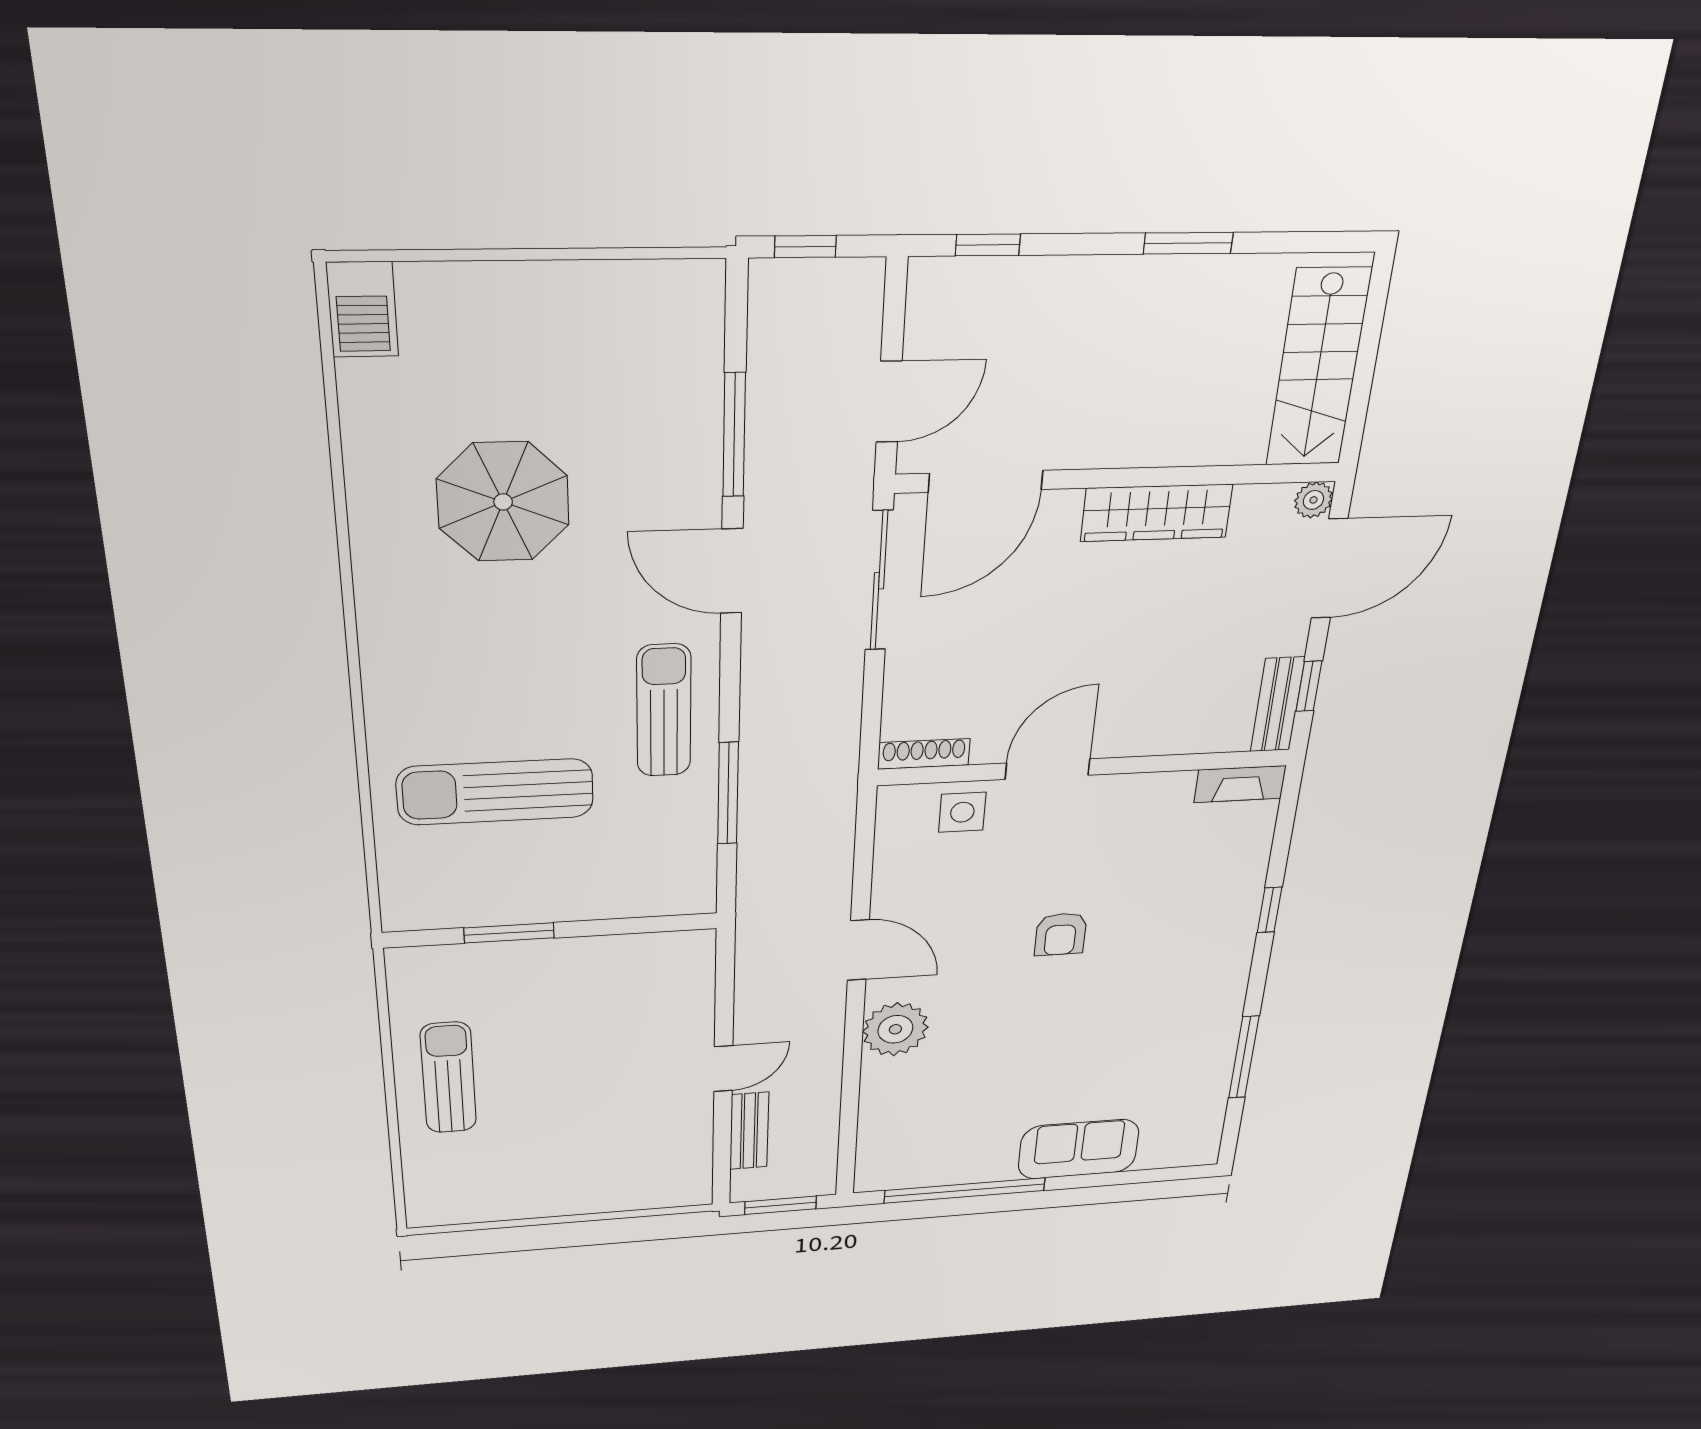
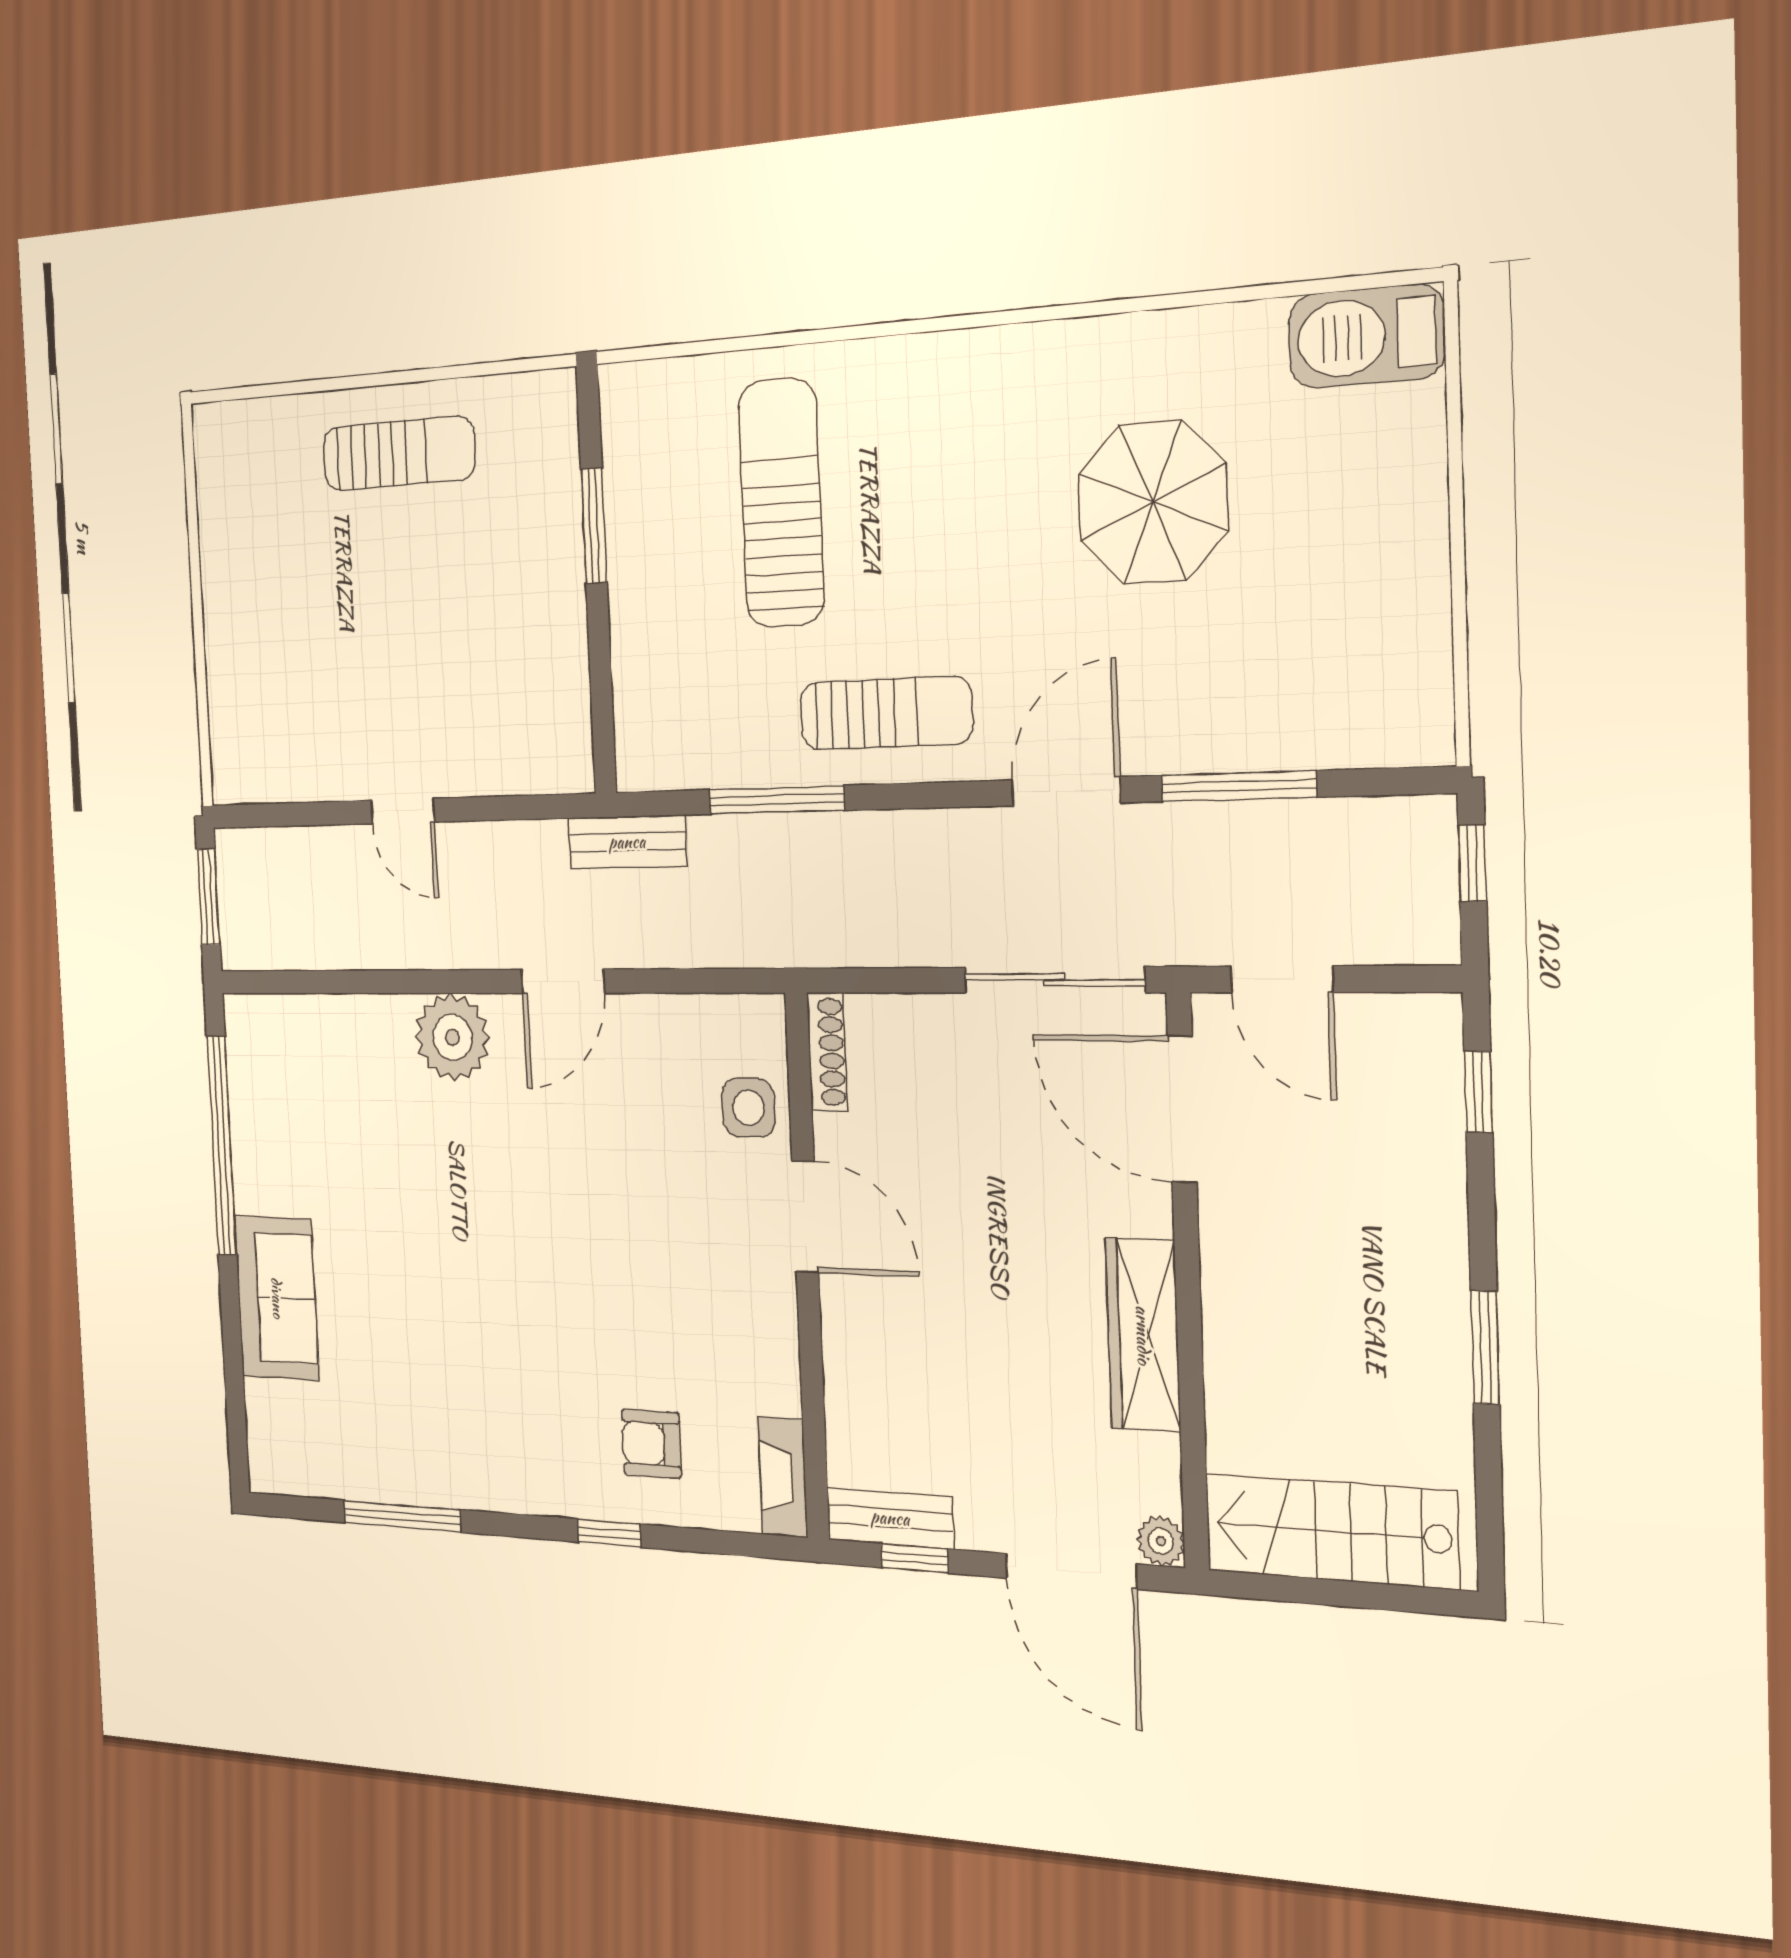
barbecue: (362, 310) -> (1366, 336), width x1.37, depth x1.21
armchair: (1061, 934) -> (651, 1444), moved
bench: (749, 1131) -> (627, 842), moved

